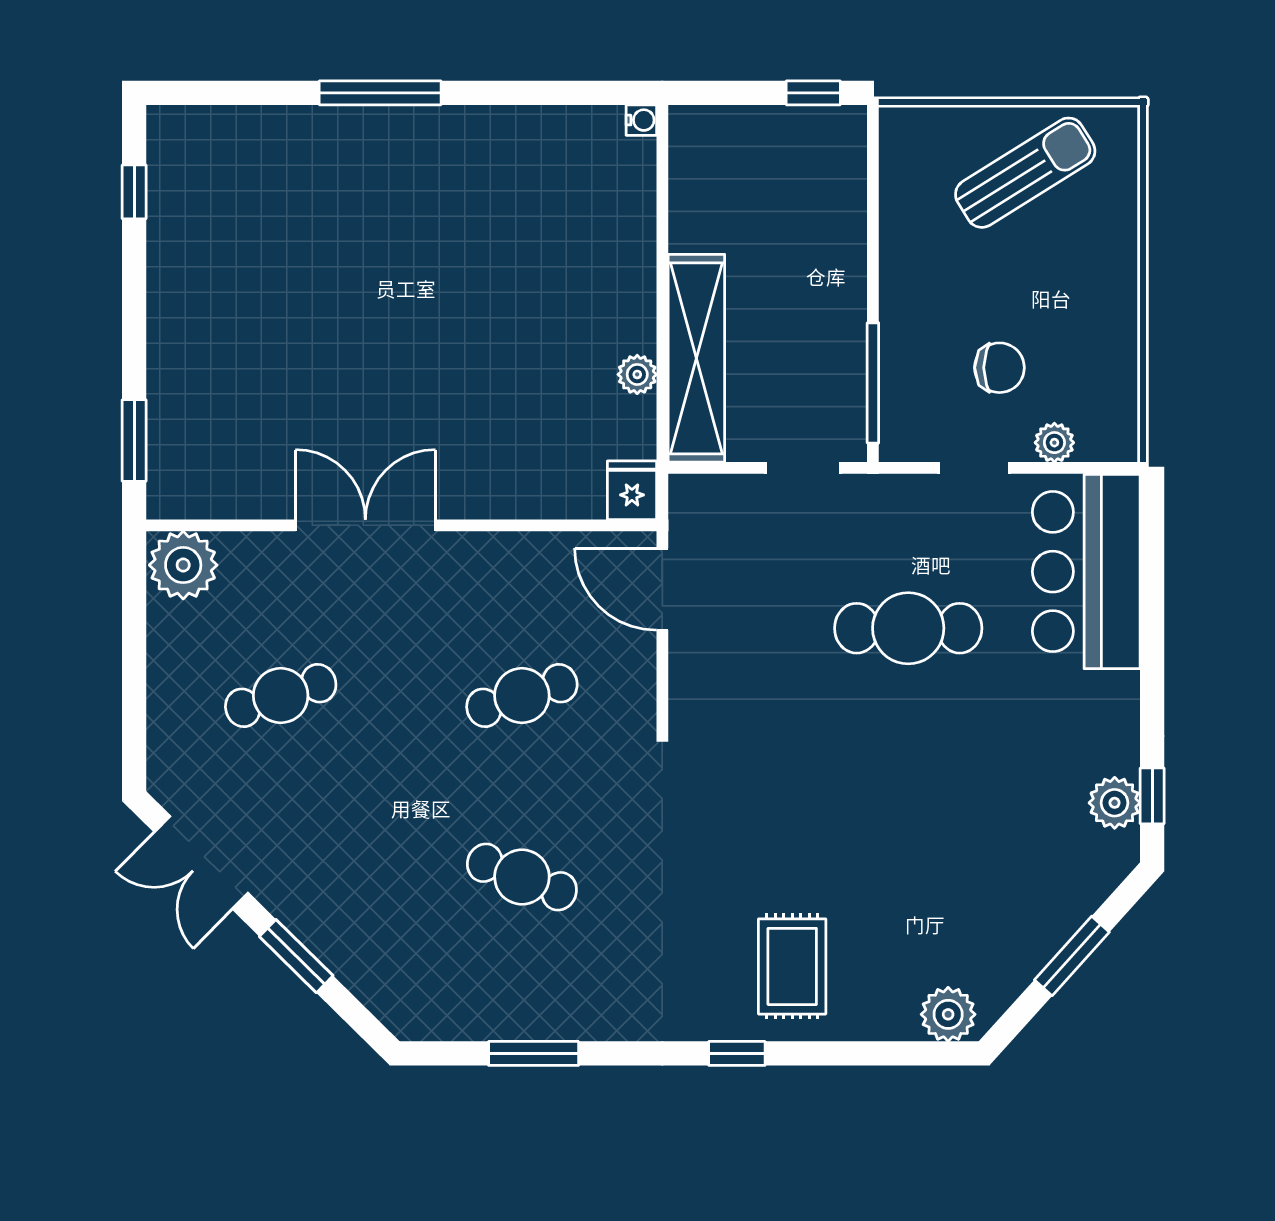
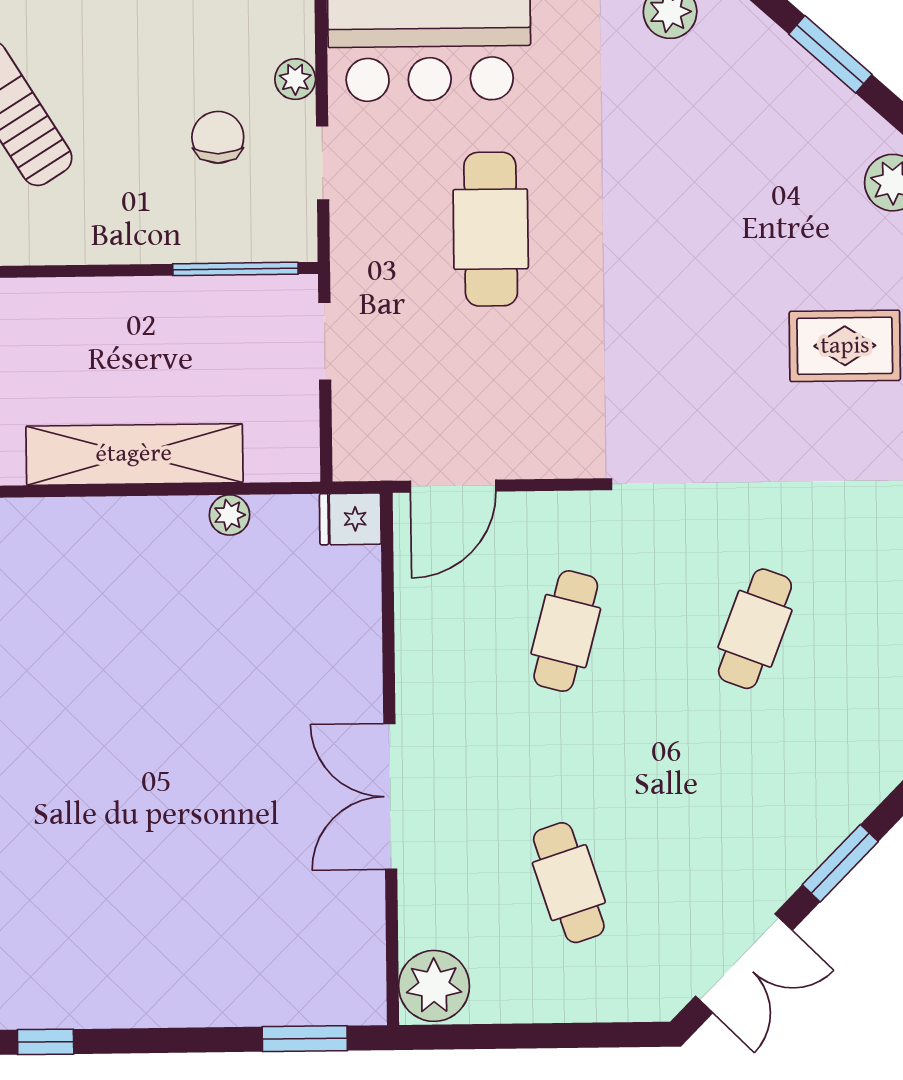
shelving: (696, 358) -> (134, 454), moved
cafe table: (522, 695) -> (566, 631), turned 33

